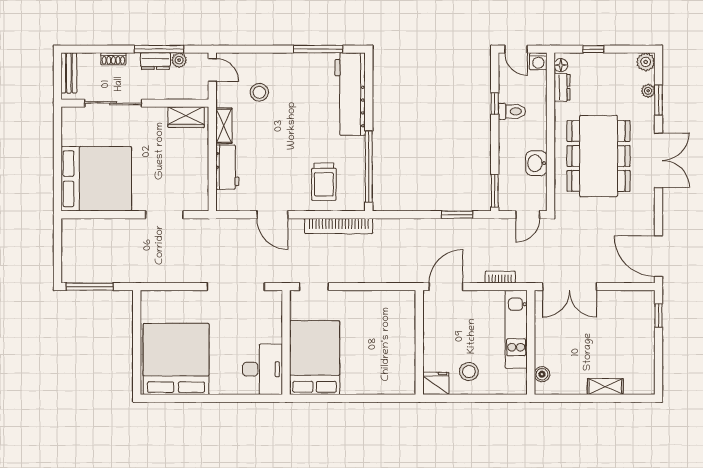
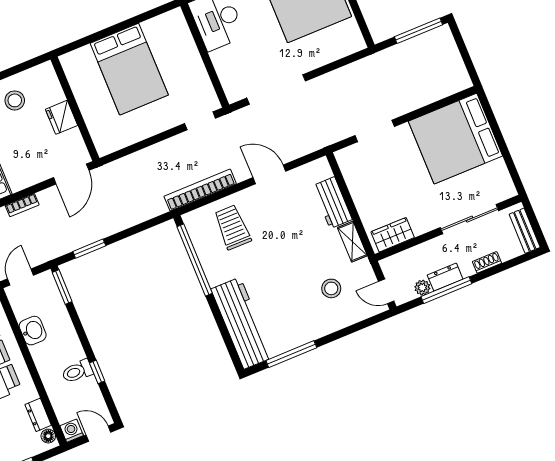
bed: (315, 358) -> (129, 69), moved
fridge: (436, 383) -> (61, 117), moved, turned 90

